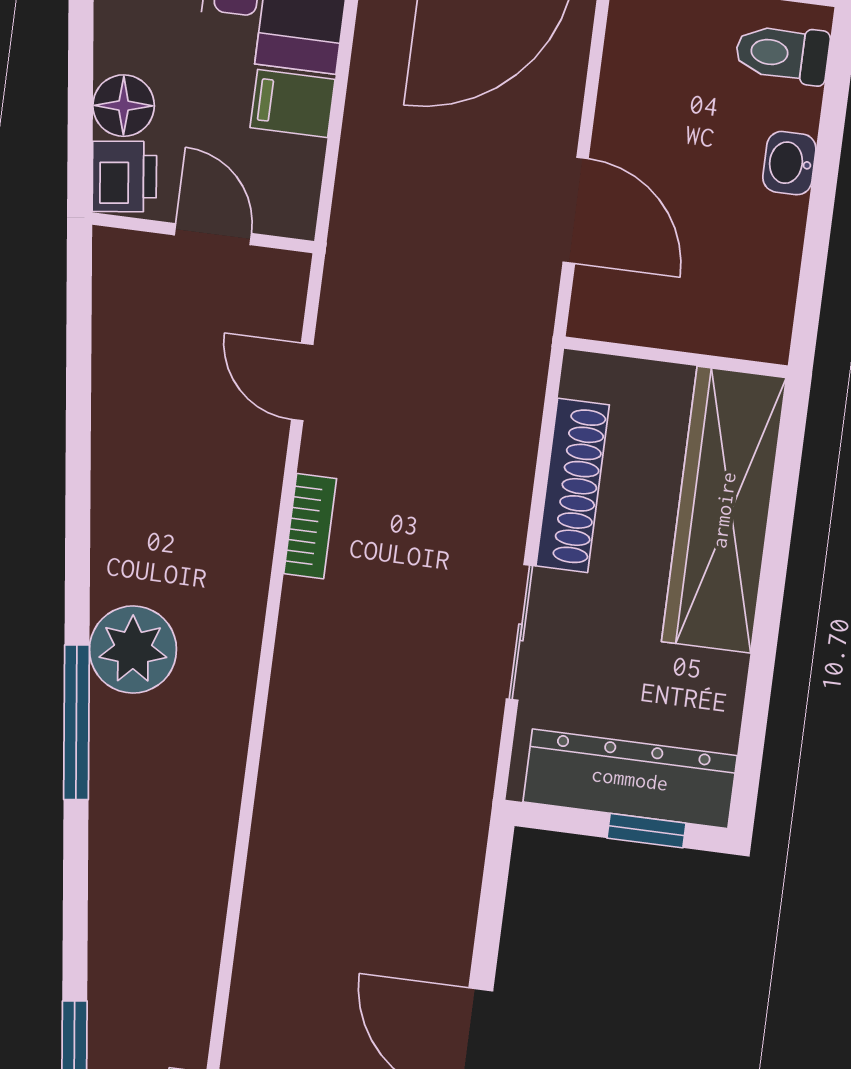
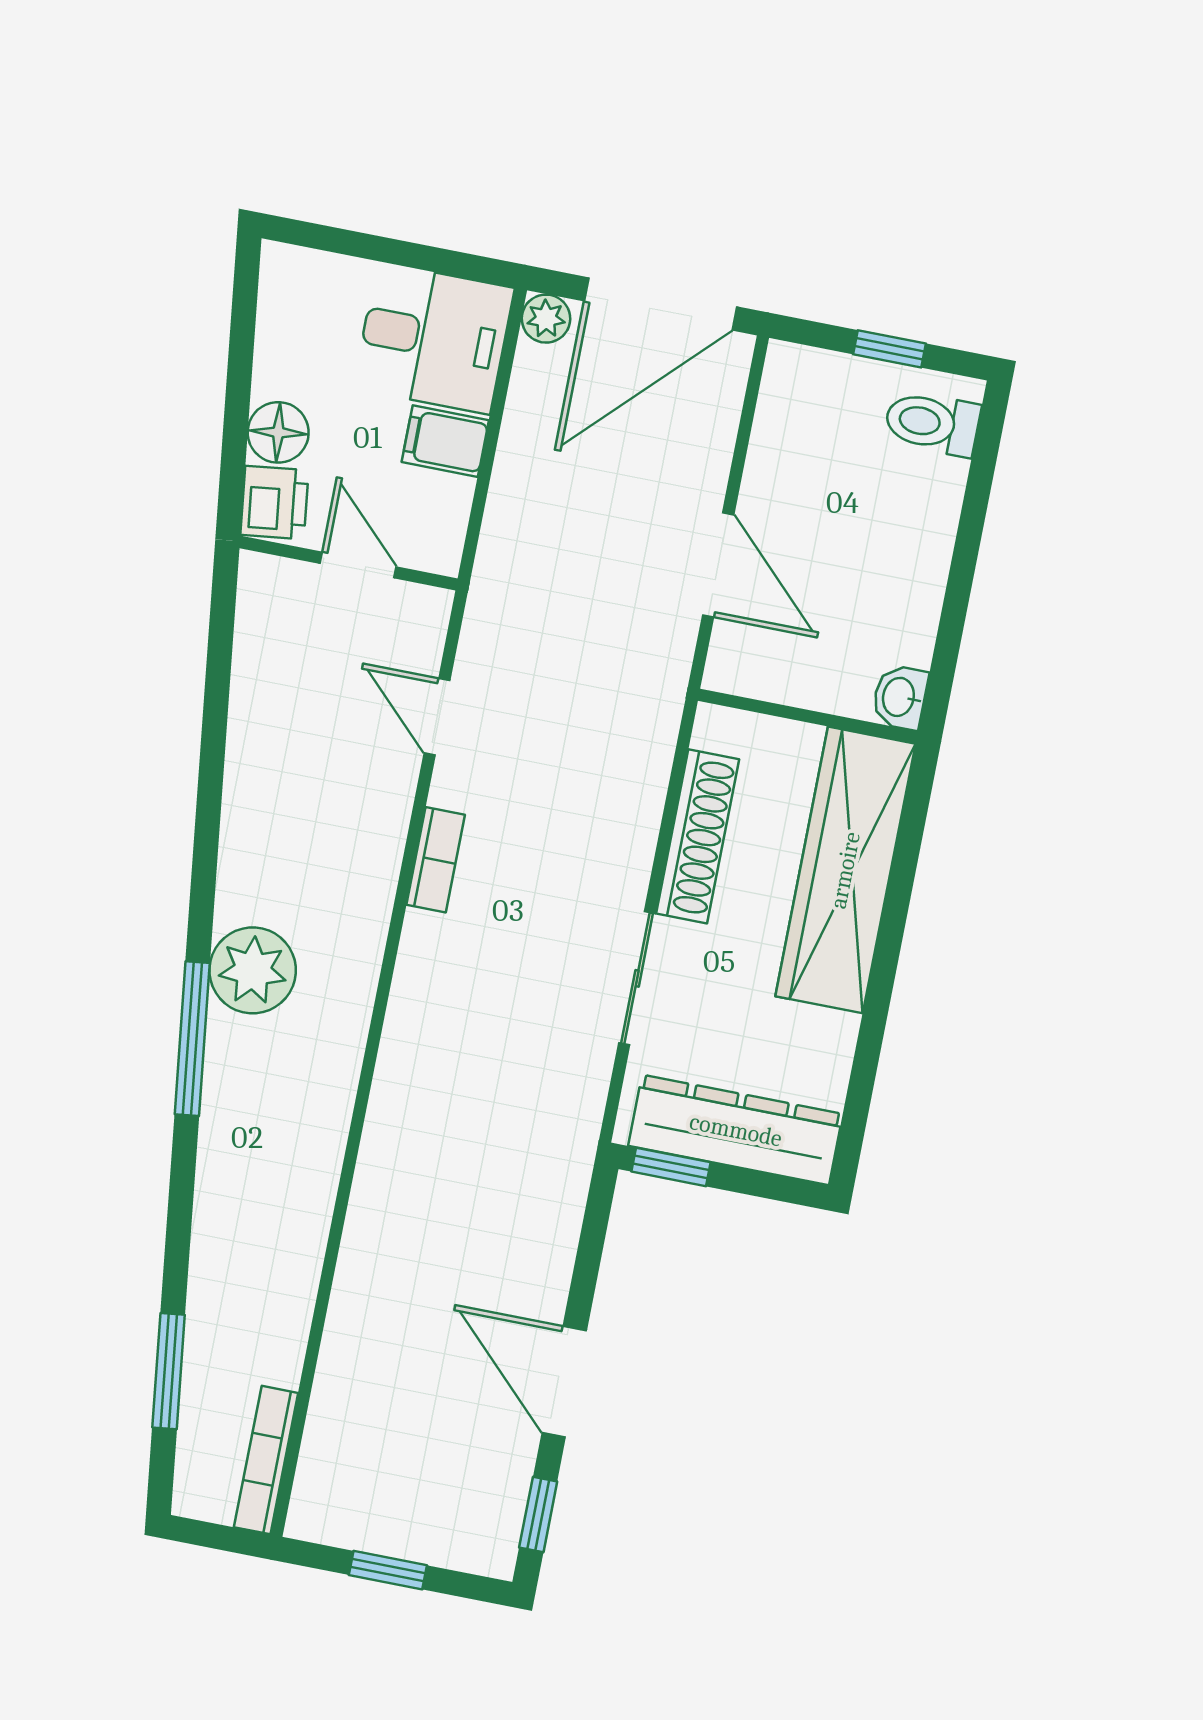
washbasin: (789, 163) -> (900, 697), moved
window: (646, 831) -> (671, 1167), moved

